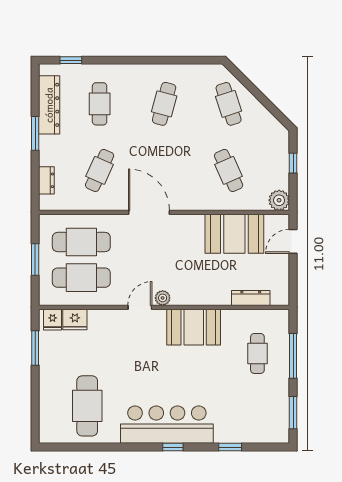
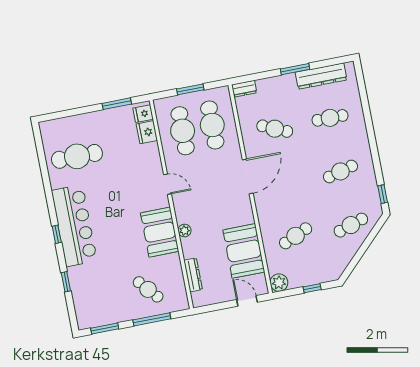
window: (71, 60) -> (383, 194), moved
cafe table: (164, 104) -> (340, 171), turned -30
dresser: (46, 180) -> (244, 89), moved
plant: (163, 298) -> (185, 231), moved
cafe table: (257, 353) -> (148, 289), turned 49

